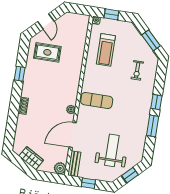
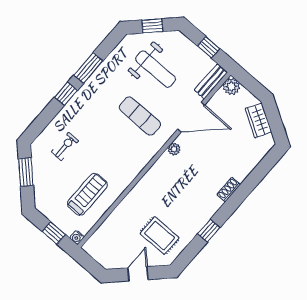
exercise mat: (97, 100) -> (140, 116), moved
weight bench: (112, 150) -> (156, 69), turned -90

